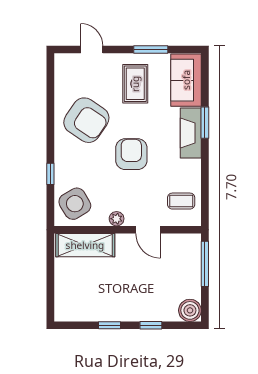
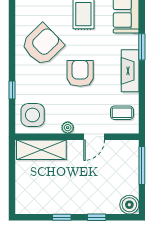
armchair: (86, 120) -> (42, 45), turned -78
fireplace: (191, 133) -> (130, 71), moved
side table: (75, 204) -> (33, 115), turned 31
door: (148, 230) -> (94, 137), hinge flipped

